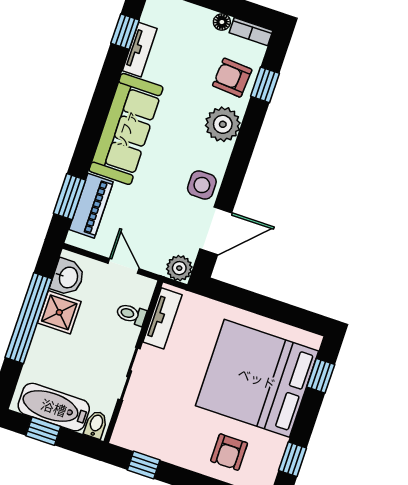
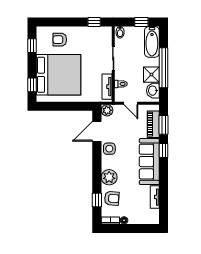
window: (125, 32) -> (164, 150), moved
bathtub: (54, 407) -> (152, 42), moved, turned 90
armchair: (229, 452) -> (60, 40), turned -90

